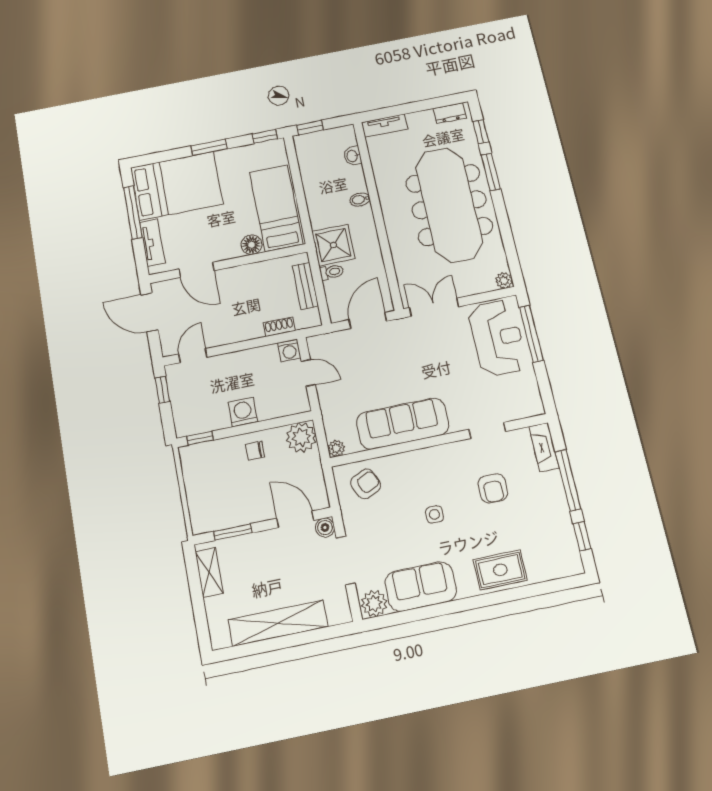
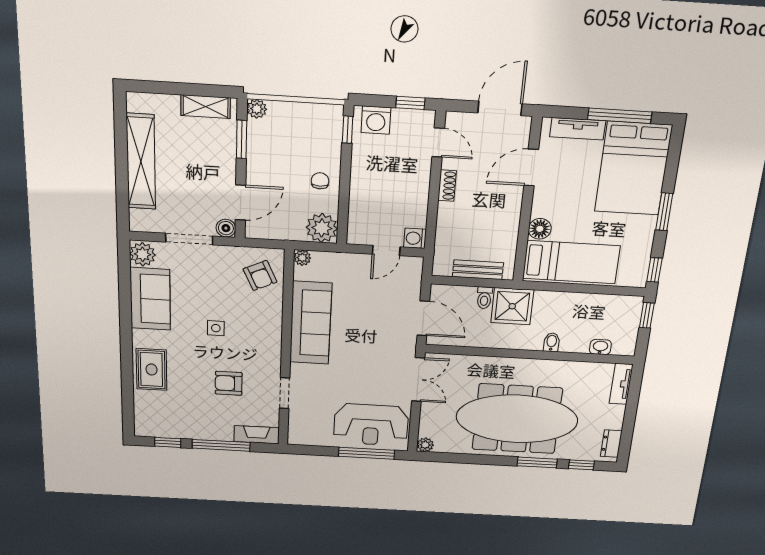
shoe rack: (279, 327) -> (447, 186), moved
washing machine: (243, 412) -> (376, 120), moved, turned 90
plant: (200, 525) -> (257, 109), added

